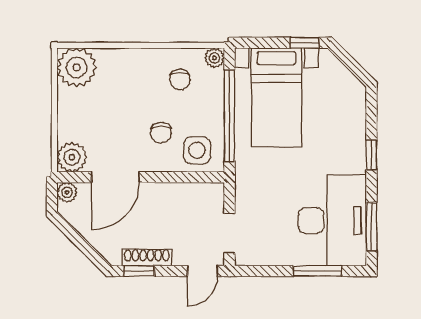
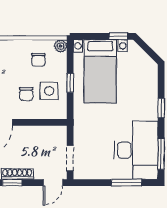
window: (229, 115) -> (70, 83), width x0.32
side table: (197, 150) -> (49, 91), moved

